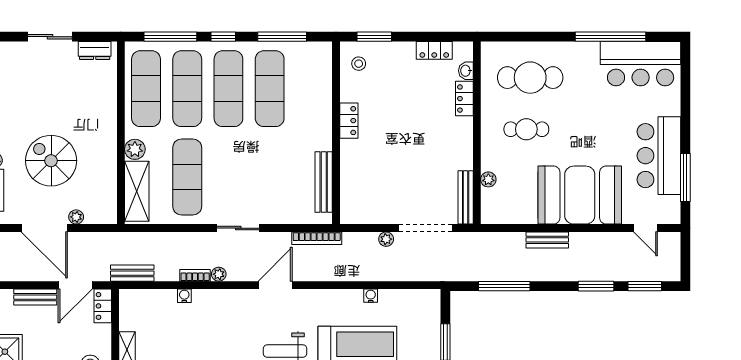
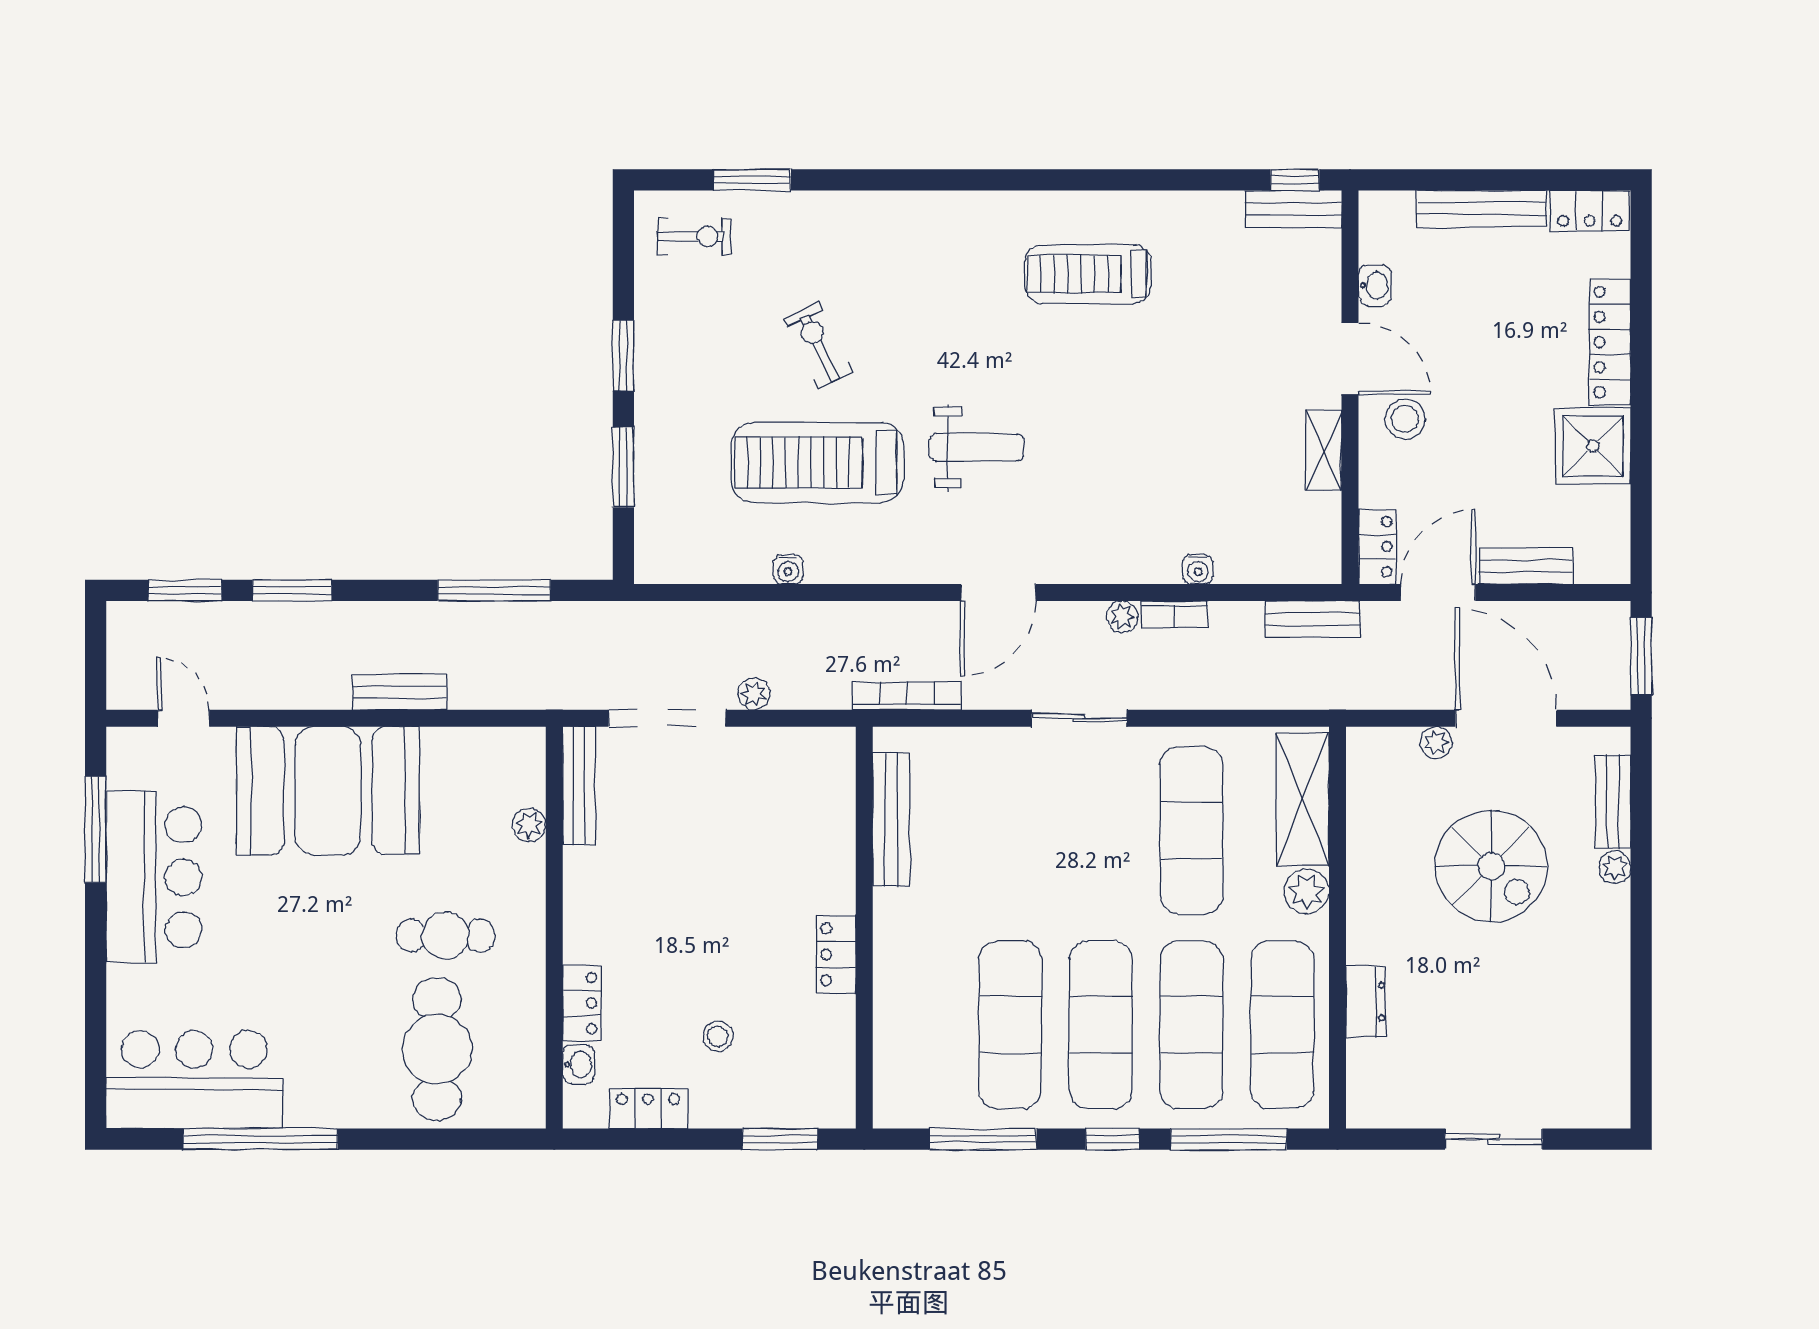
dresser: (95, 51) -> (1366, 1001), moved, turned 90
stool: (359, 64) -> (718, 1036), moved
cafe table: (530, 78) -> (437, 1049), turned 90

